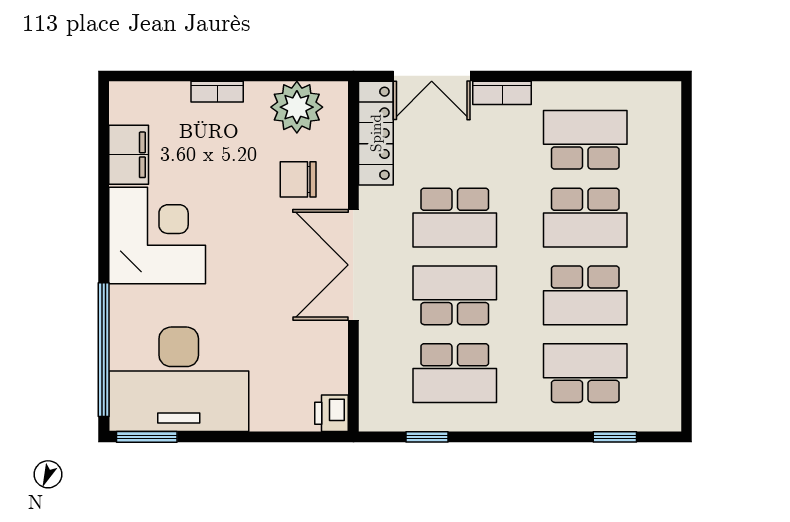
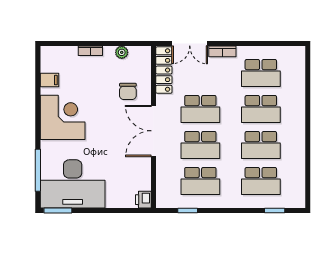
plant: (297, 107) -> (122, 52), width x0.53, depth x0.53
school desk: (585, 140) -> (261, 73), turned 180
filing cabinet: (129, 155) -> (49, 80), width x0.50
chair: (298, 179) -> (128, 91), turned -90
school desk: (455, 295) -> (200, 145), turned 180
window: (104, 350) -> (38, 170), width x0.68
school desk: (585, 373) -> (261, 181), turned 180

